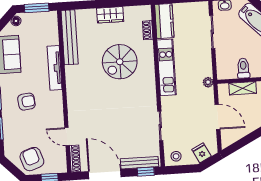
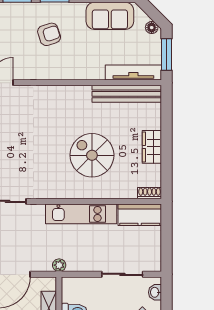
shoe rack: (148, 30) -> (150, 193), moved
tv unit: (55, 68) -> (133, 73), moved
armchair: (26, 102) -> (49, 34), turned -101

